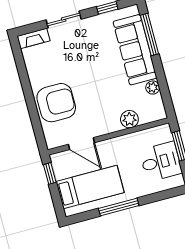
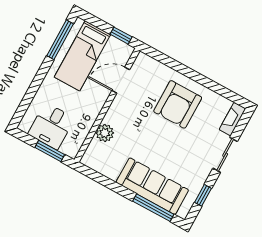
plant: (153, 88) -> (112, 173), removed
armchair: (56, 103) -> (178, 104), moved
window: (119, 207) -> (60, 40), moved

